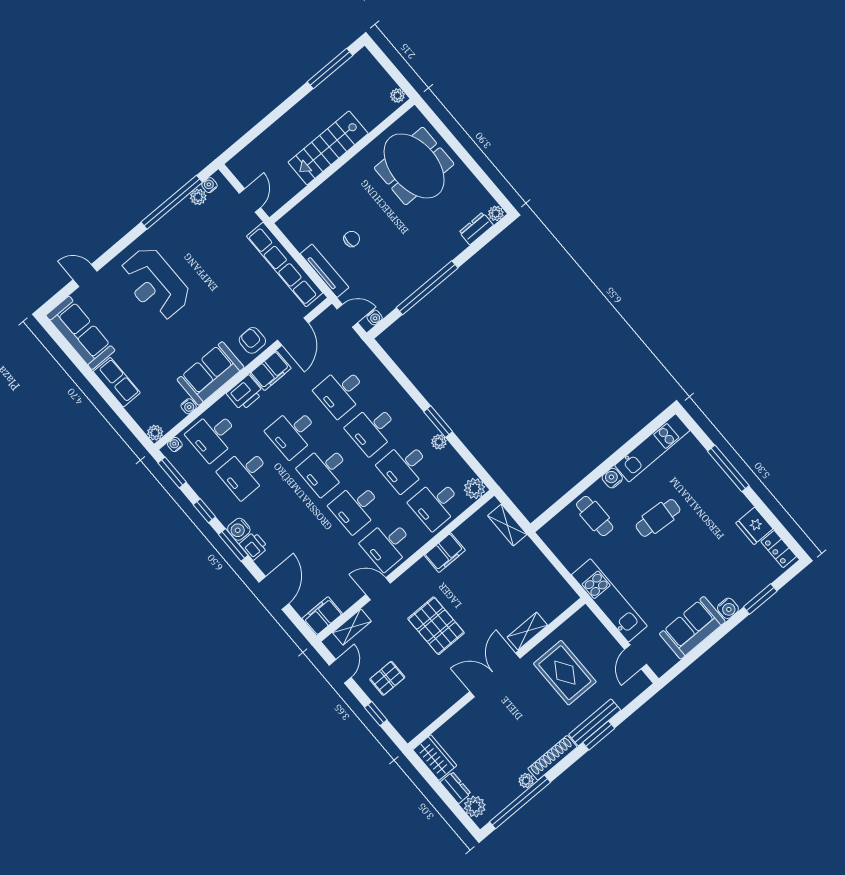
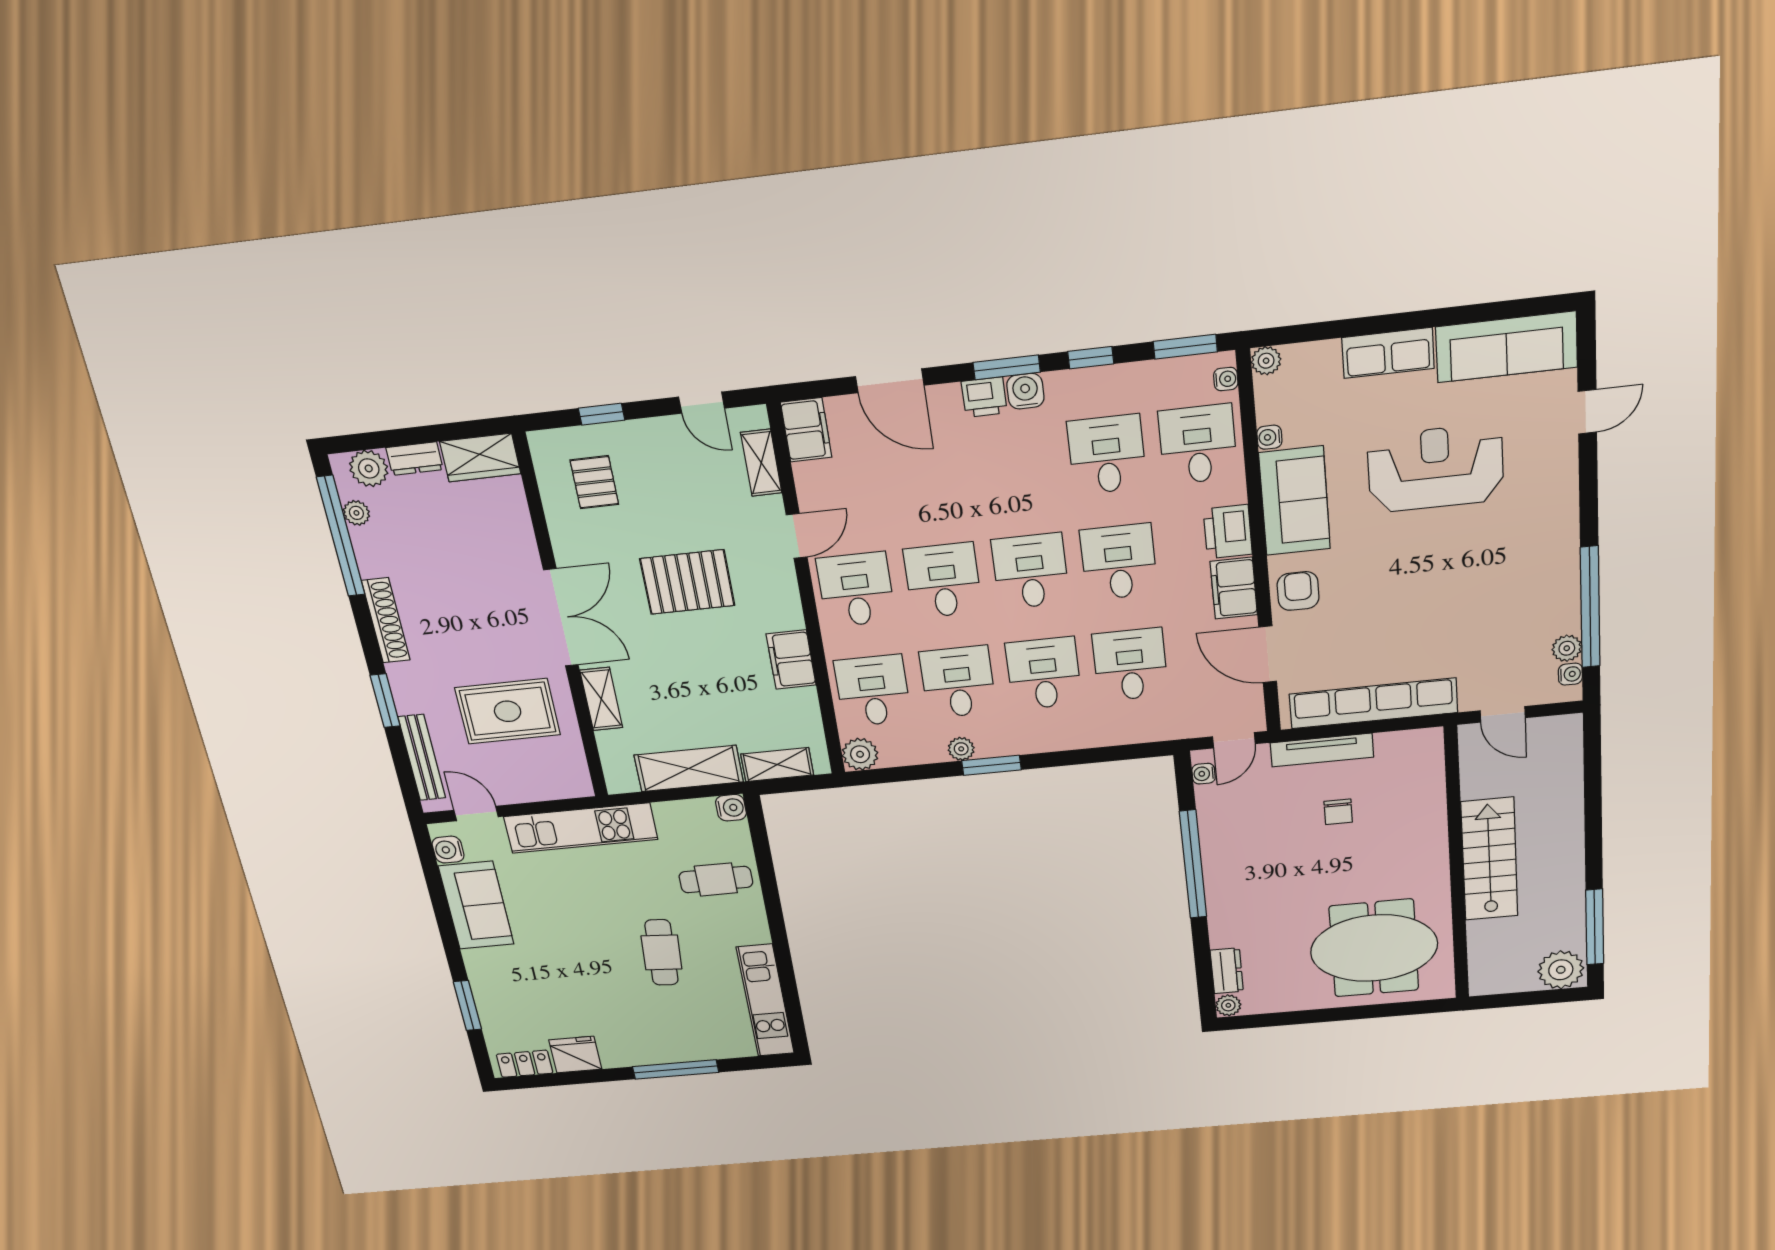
plant: (397, 96) -> (1561, 970), moved, width x1.87, depth x1.87
reception desk: (155, 284) -> (1436, 468), moved
armchair: (252, 340) -> (1298, 591), turned -90
water cooler: (612, 478) -> (731, 808), moved
shelving: (538, 567) -> (689, 768), added
water cooler: (728, 608) -> (448, 850), moved
pallet: (387, 678) -> (594, 482), moved
bench: (595, 722) -> (422, 758), moved
plant: (526, 781) -> (356, 513), moved

